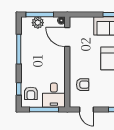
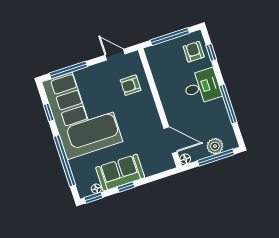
desk: (54, 95) -> (202, 87), moved, turned 90

